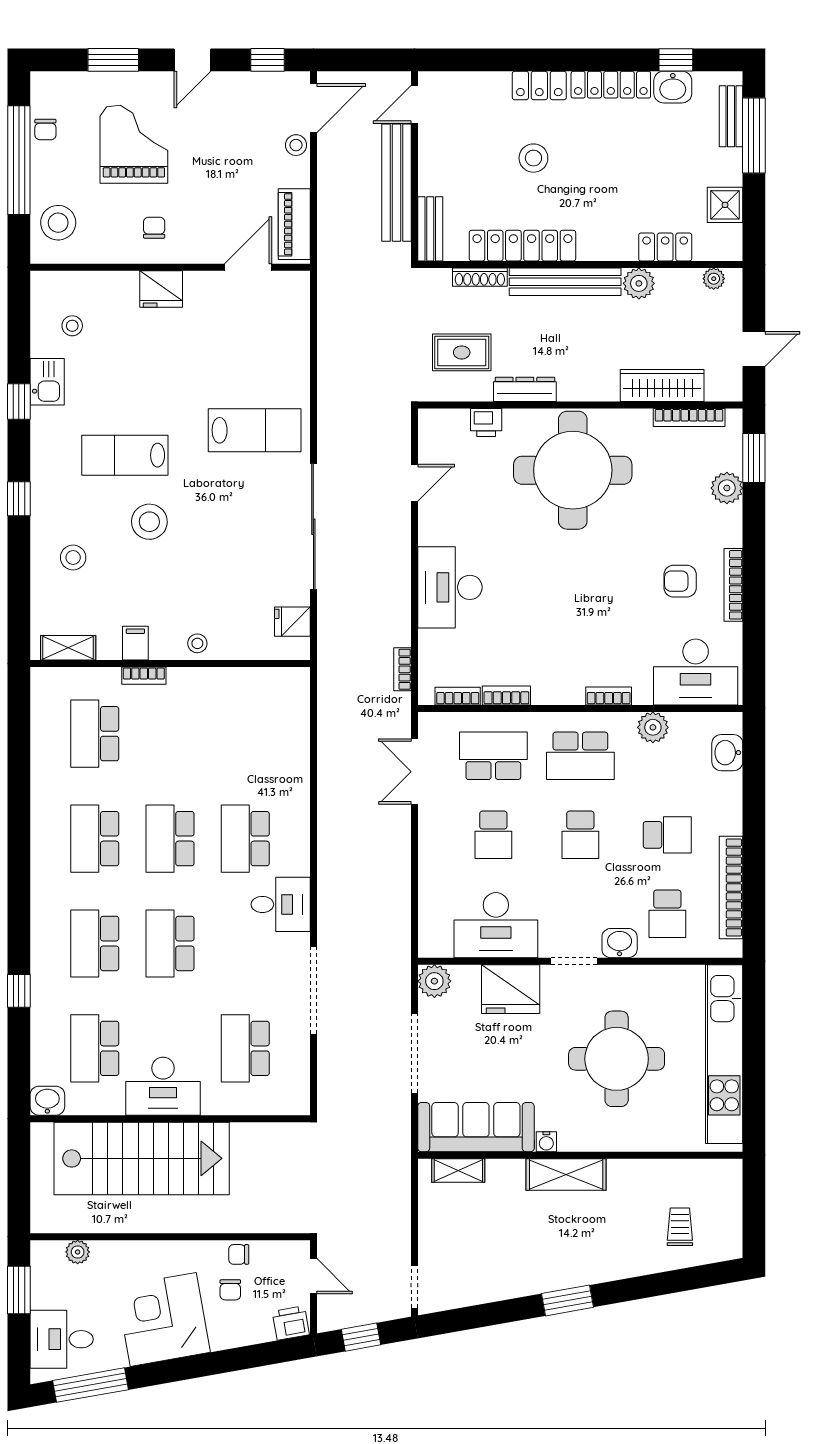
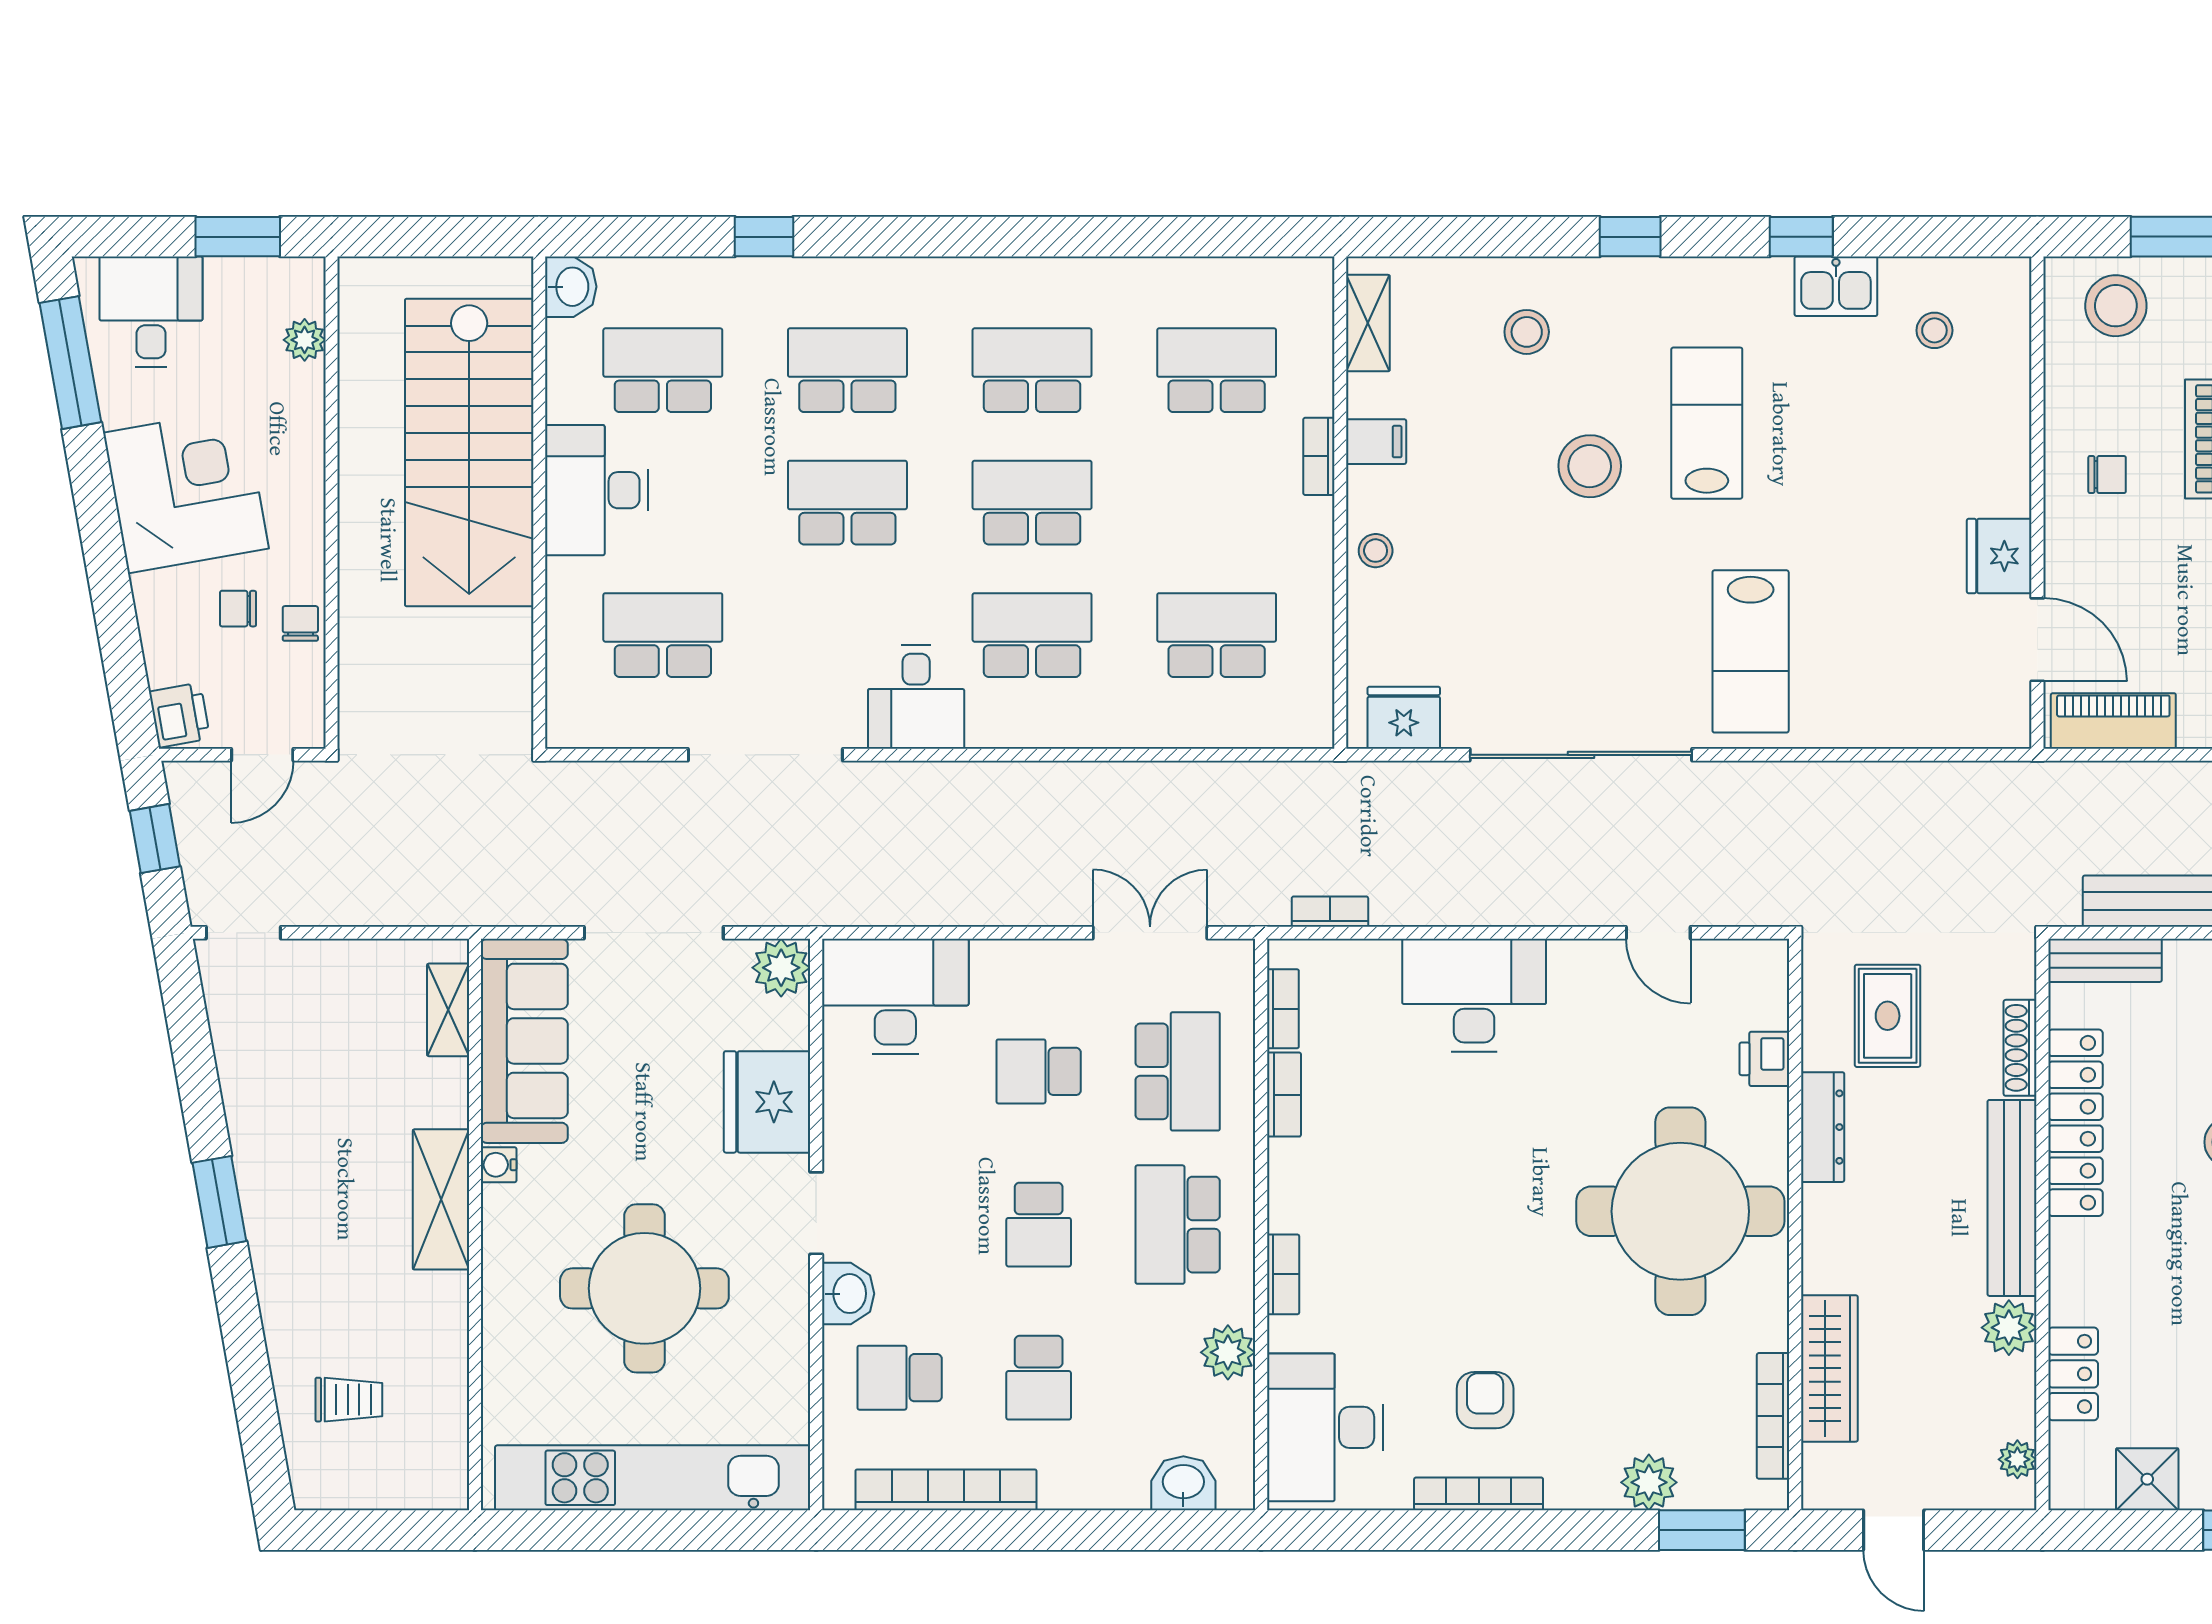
fridge: (161, 289) -> (1999, 556), moved
fridge: (292, 622) -> (1404, 718), width x1.38
school desk: (245, 734) -> (1217, 635), added
school desk: (580, 835) -> (1039, 1225), turned -90
desk: (496, 925) -> (895, 996), moved, turned 90

